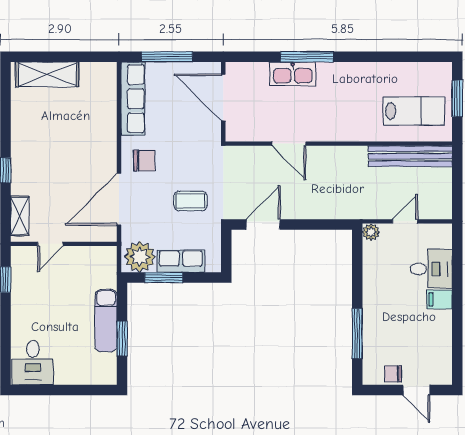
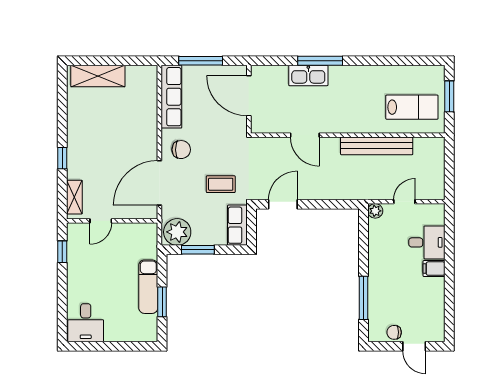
bench: (410, 156) -> (377, 146), moved
row of seats: (181, 261) -> (237, 225), moved, turned -90

